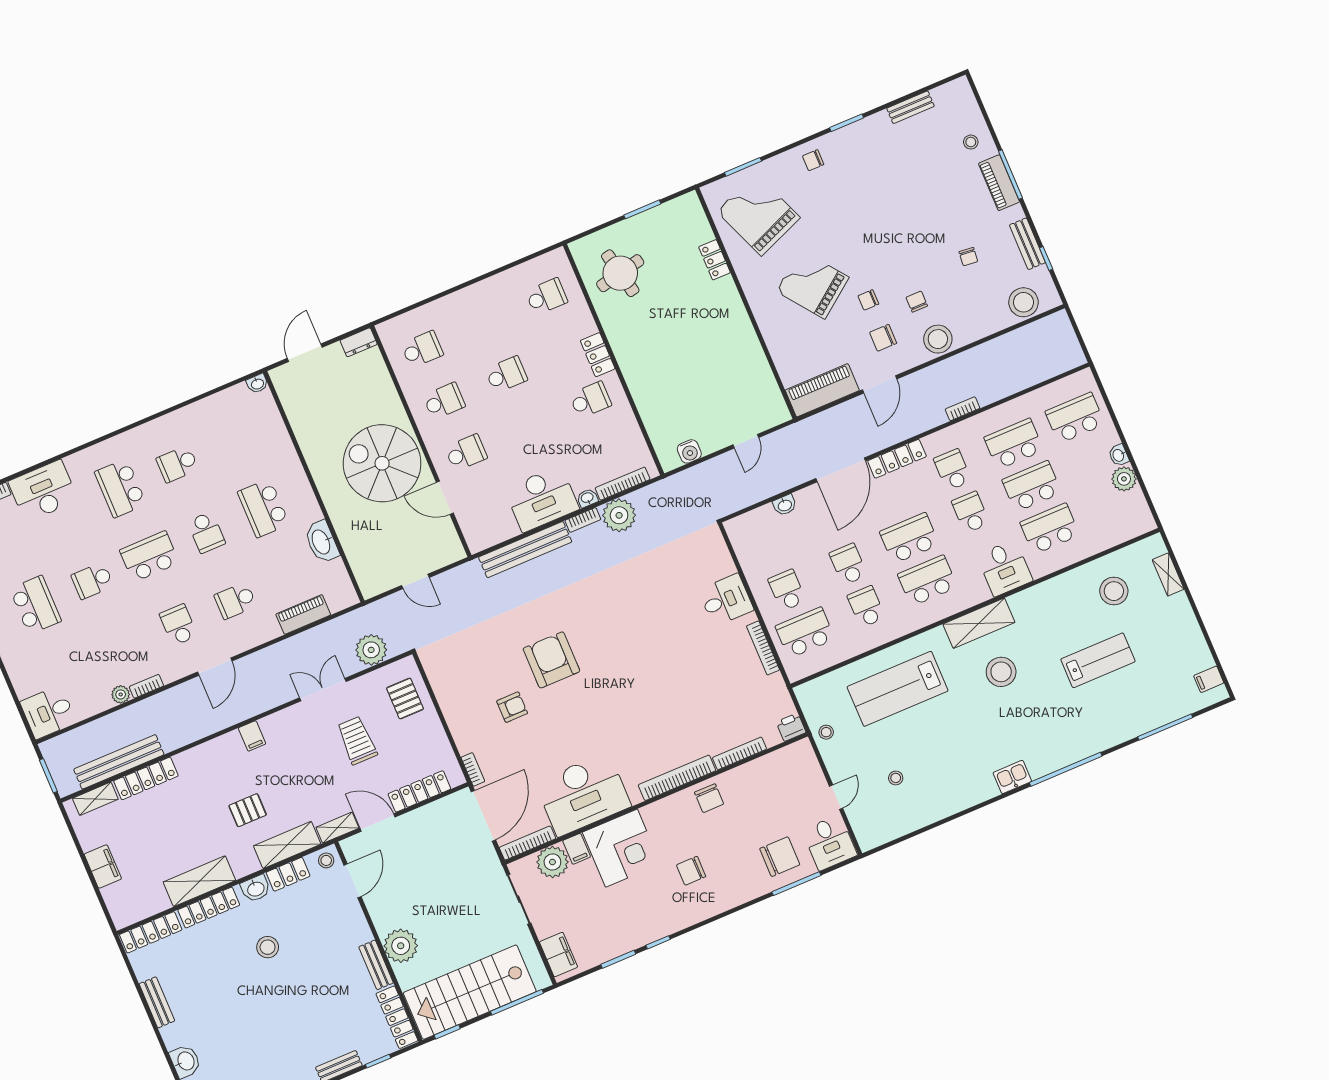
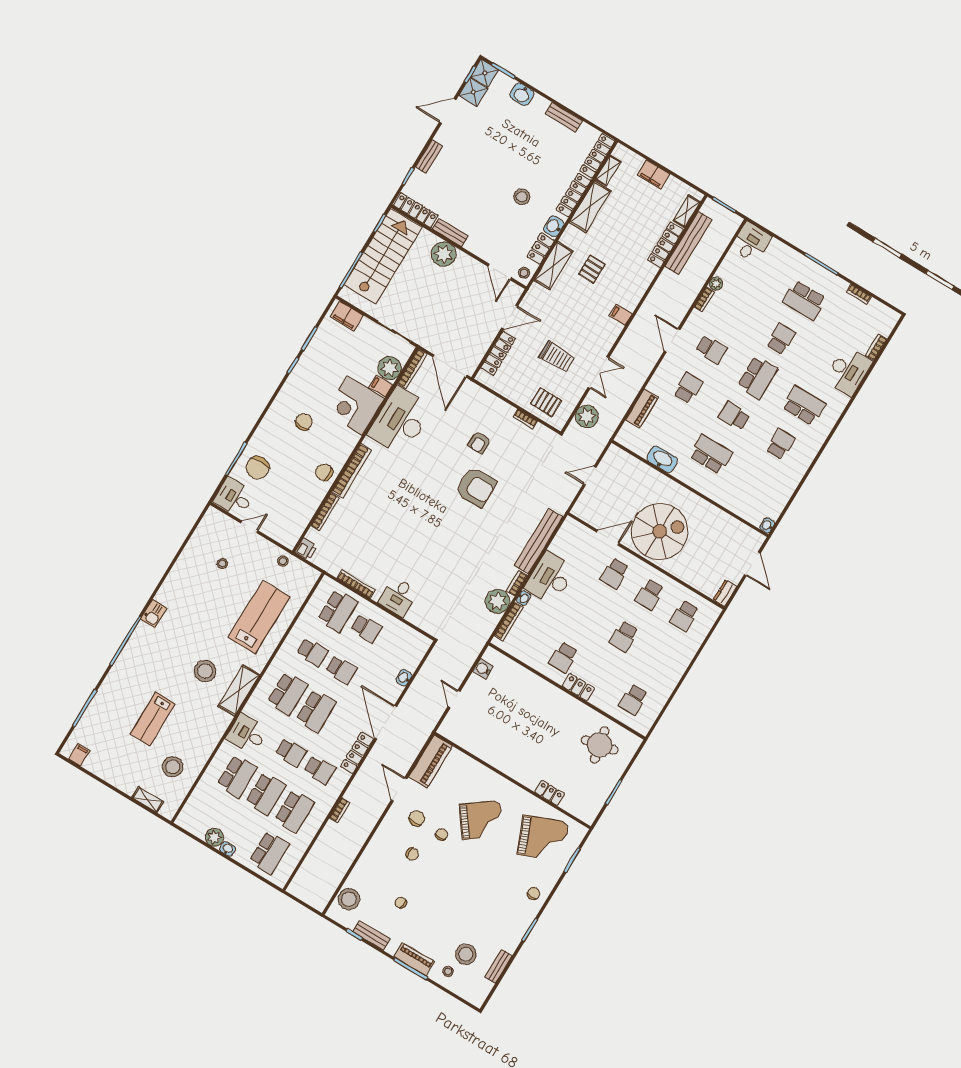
stool: (938, 339) -> (466, 954), moved
bookcase: (473, 769) -> (525, 419), moved
door: (836, 797) -> (249, 527), swing flipped
shelving: (337, 828) -> (608, 171), moved

